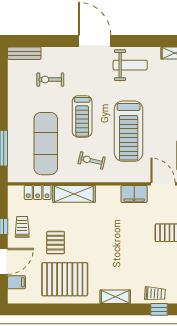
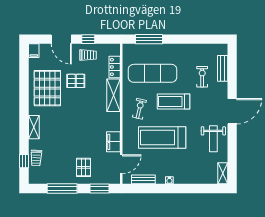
bench: (24, 53) -> (223, 68), moved
filing cabinet: (17, 282) -> (34, 51), moved

